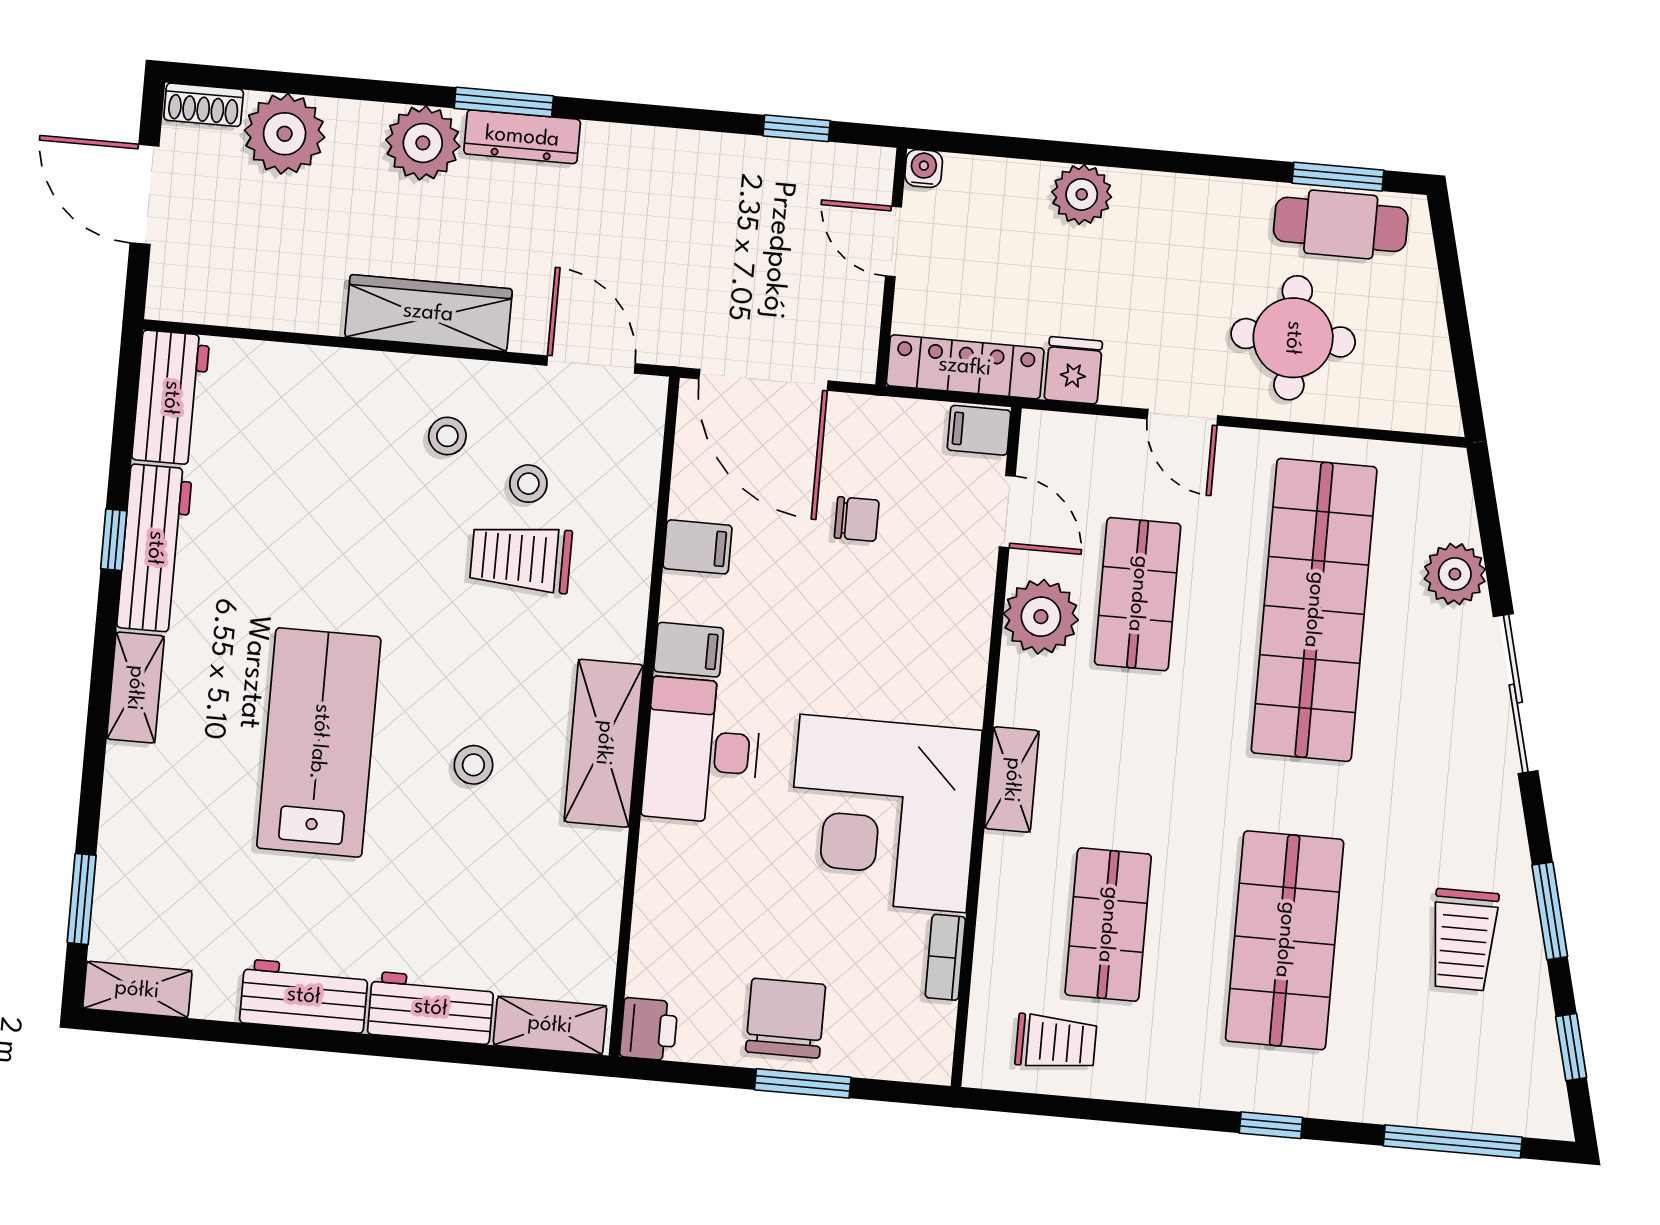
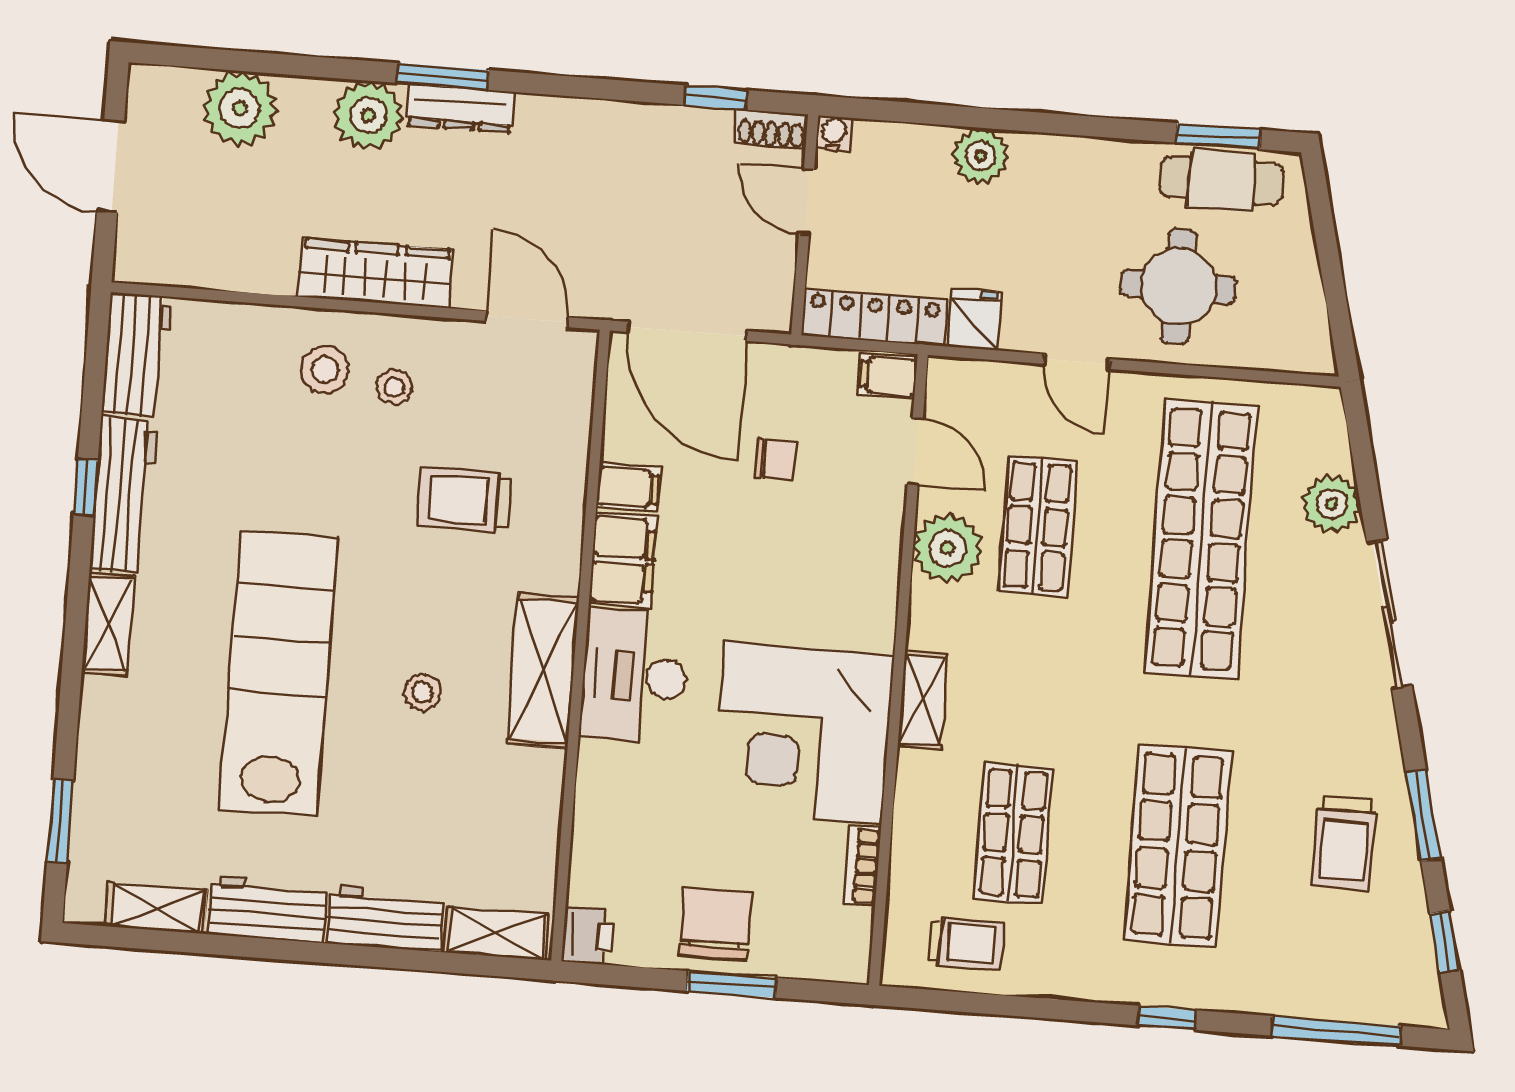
shoe rack: (204, 105) -> (771, 129), moved
stool: (528, 484) -> (325, 370), moved, width x1.37, depth x1.37
filing cabinet: (689, 650) -> (623, 560), width x2.00
lab bench: (319, 742) -> (279, 673), width x1.36
shelving: (137, 990) -> (157, 908), moved

